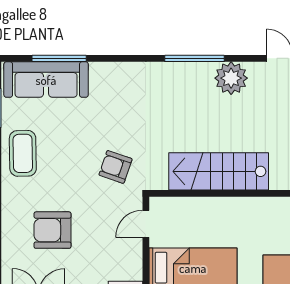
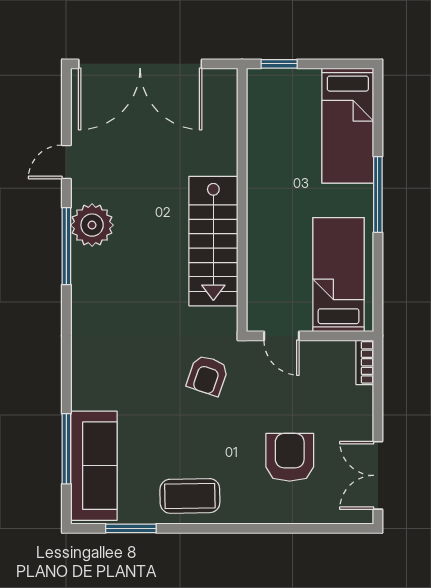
window: (194, 58) -> (66, 246), moved
armchair: (52, 230) -> (290, 457), turned 180

